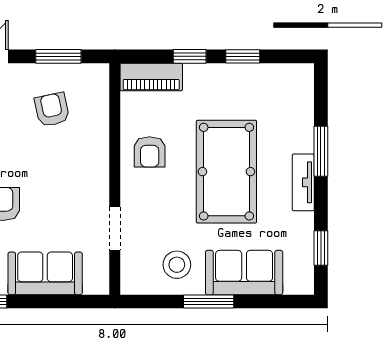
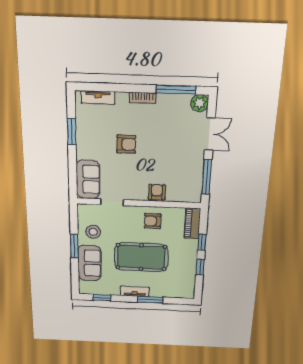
window: (58, 56) -> (207, 177), width x1.44
armchair: (52, 110) -> (157, 192), moved, turned -78
sofa: (45, 273) -> (88, 179), moved

